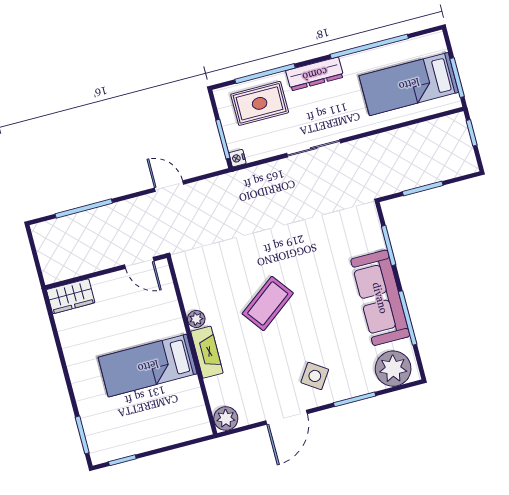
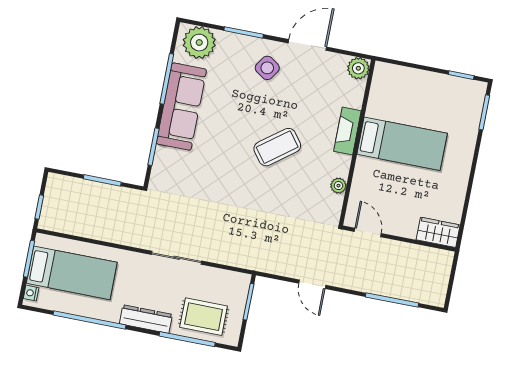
nightstand: (237, 158) -> (31, 293), moved, turned 180
plant: (196, 319) -> (338, 186), moved

